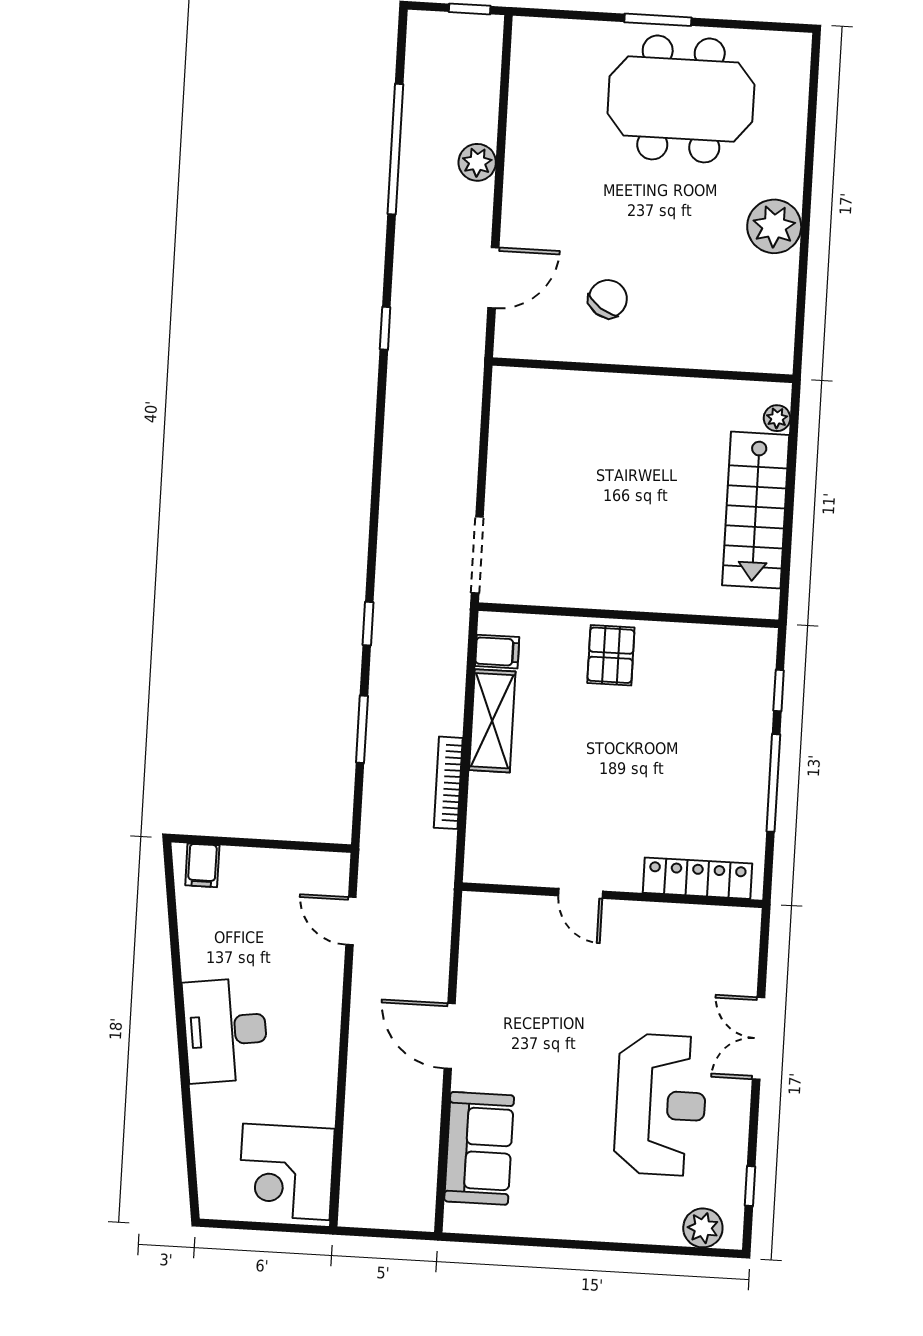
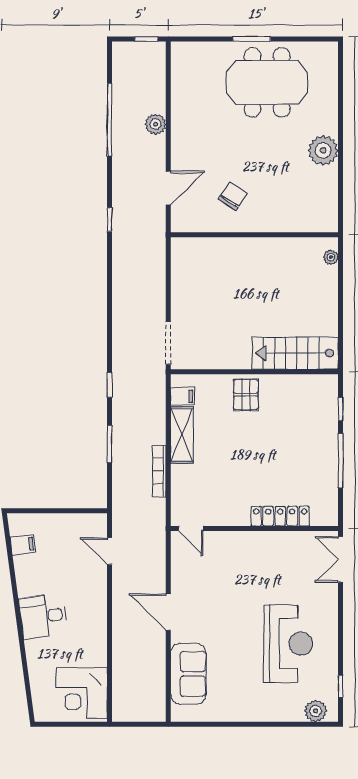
stairs: (756, 510) -> (295, 353), moved, turned 90
filing cabinet: (202, 865) -> (23, 545), moved, turned -98
locker: (697, 878) -> (280, 516), moved
door: (580, 893) -> (191, 528), moved
desk: (225, 1030) -> (43, 616), width x0.73
double door: (759, 1038) -> (341, 559), moved

